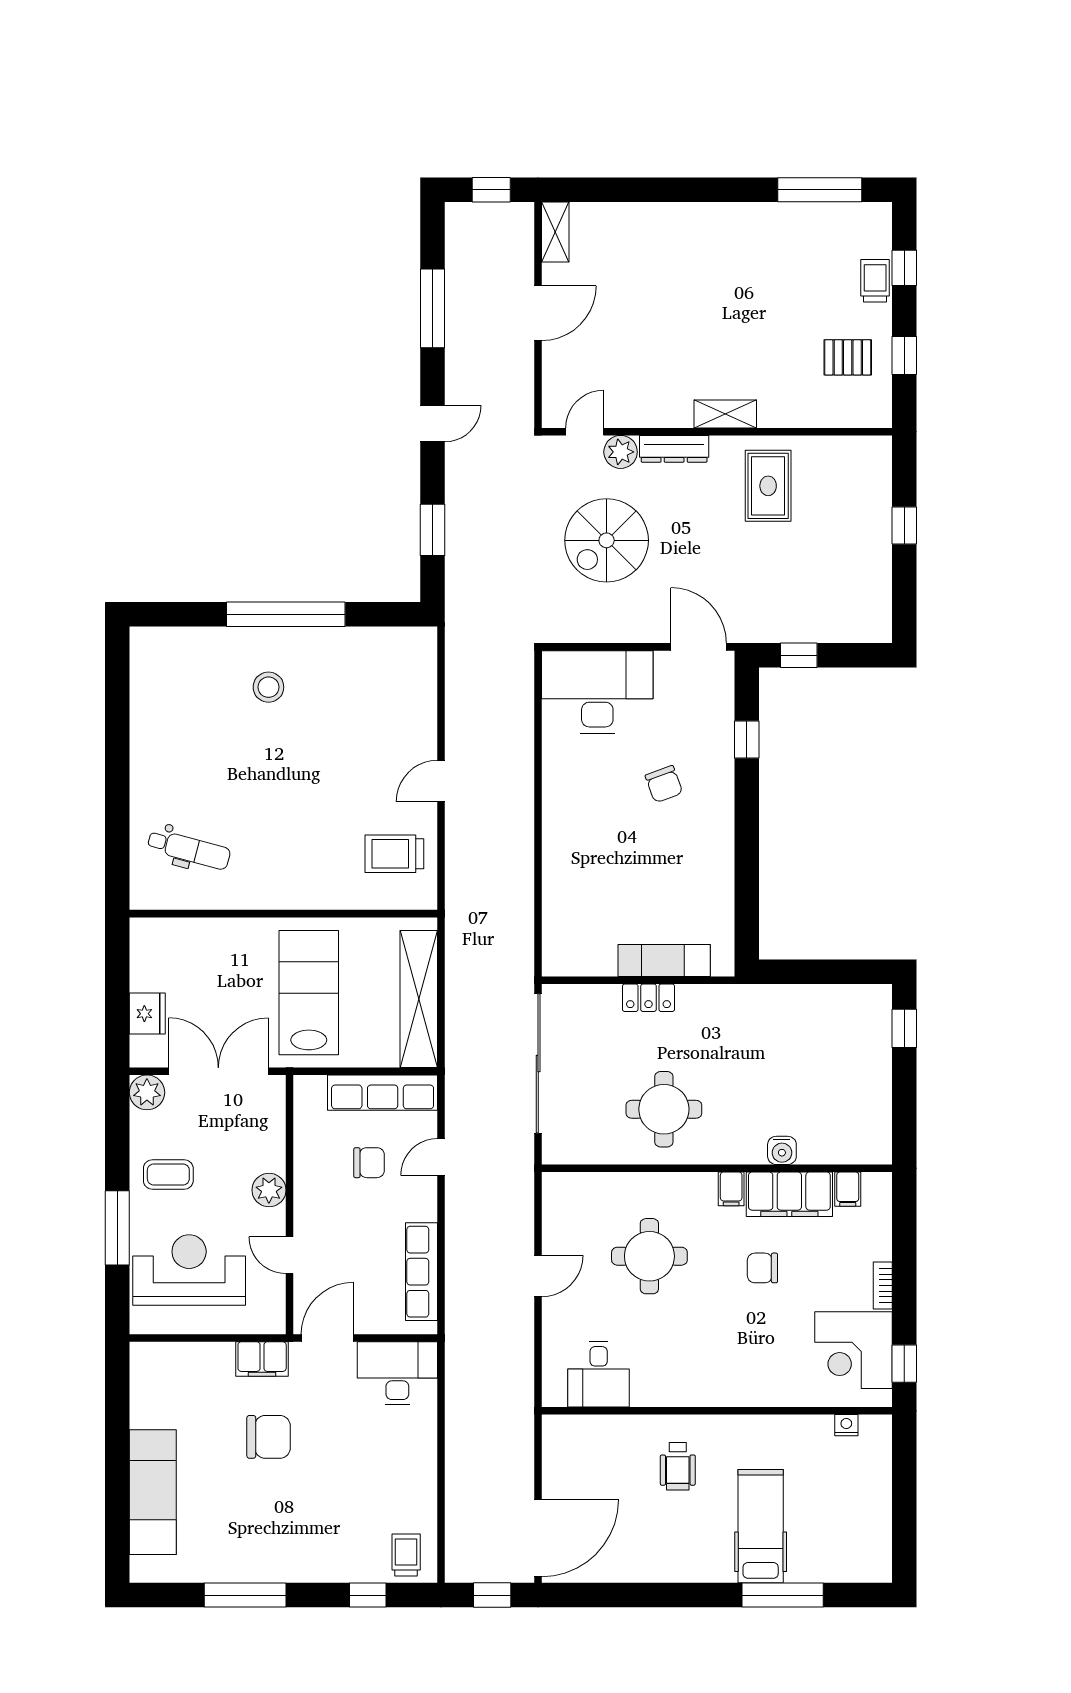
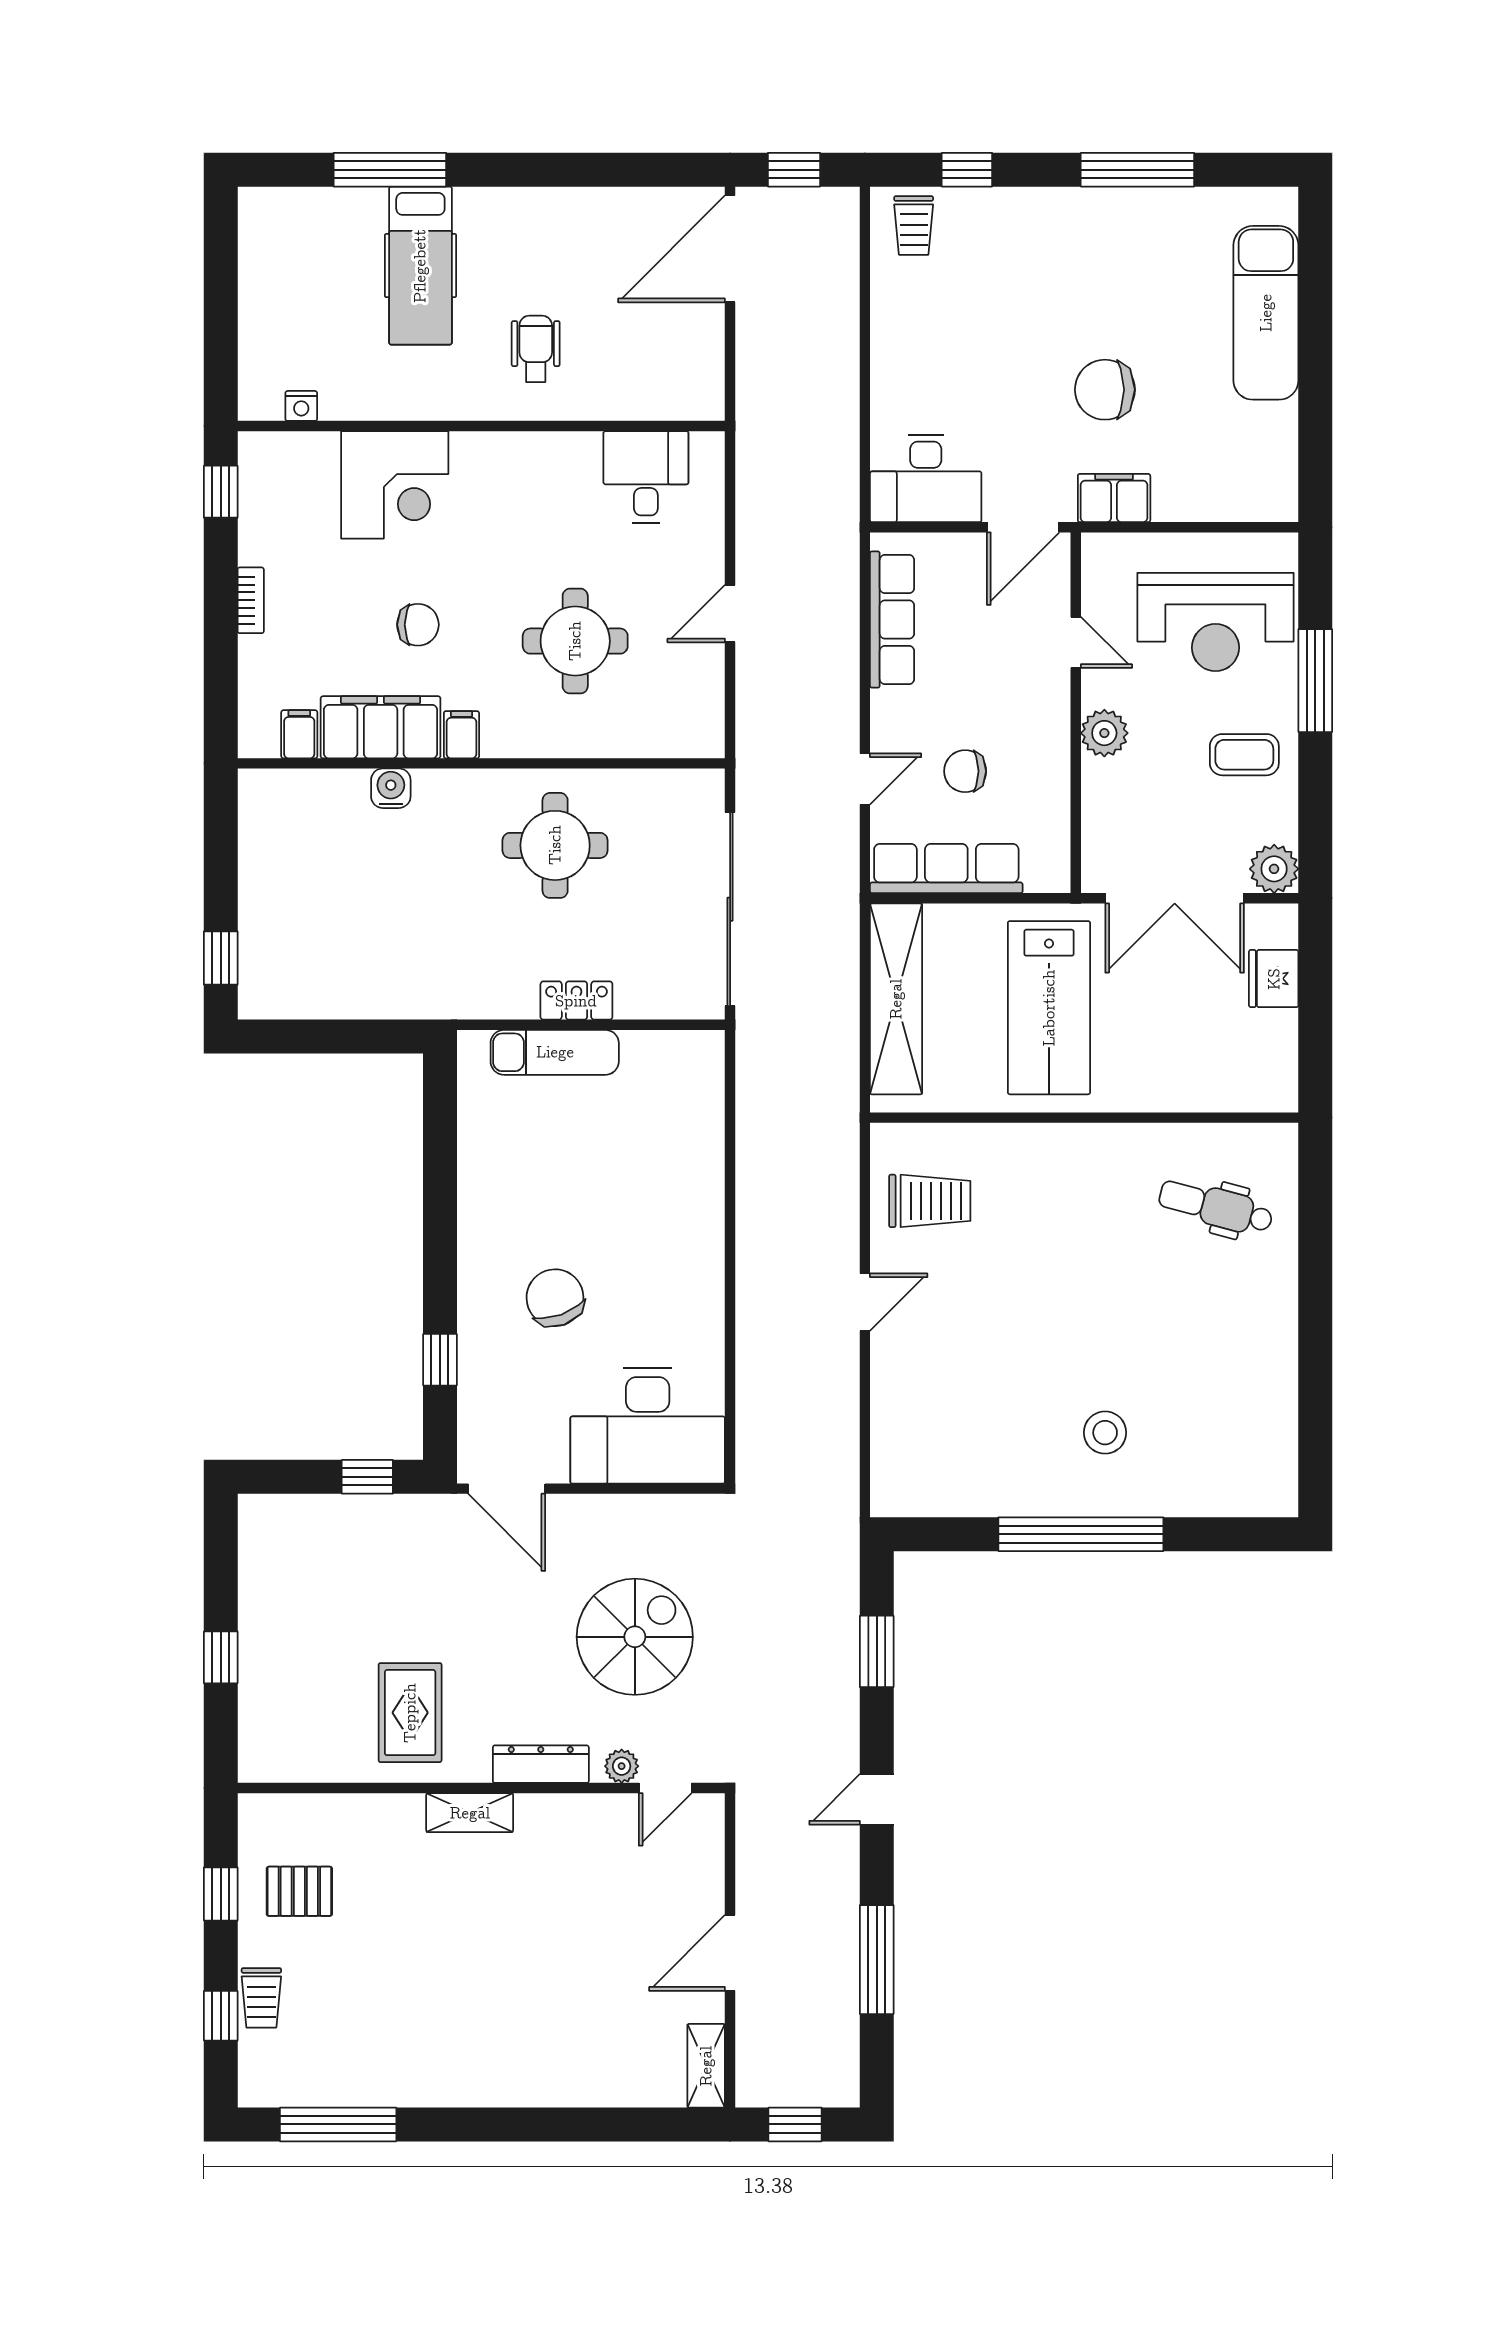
plant: (621, 452) -> (622, 1766), width x0.73, depth x0.73
chair: (664, 784) -> (555, 1298), width x1.37, depth x1.37
corner desk: (854, 1350) -> (395, 485), moved, turned 90

